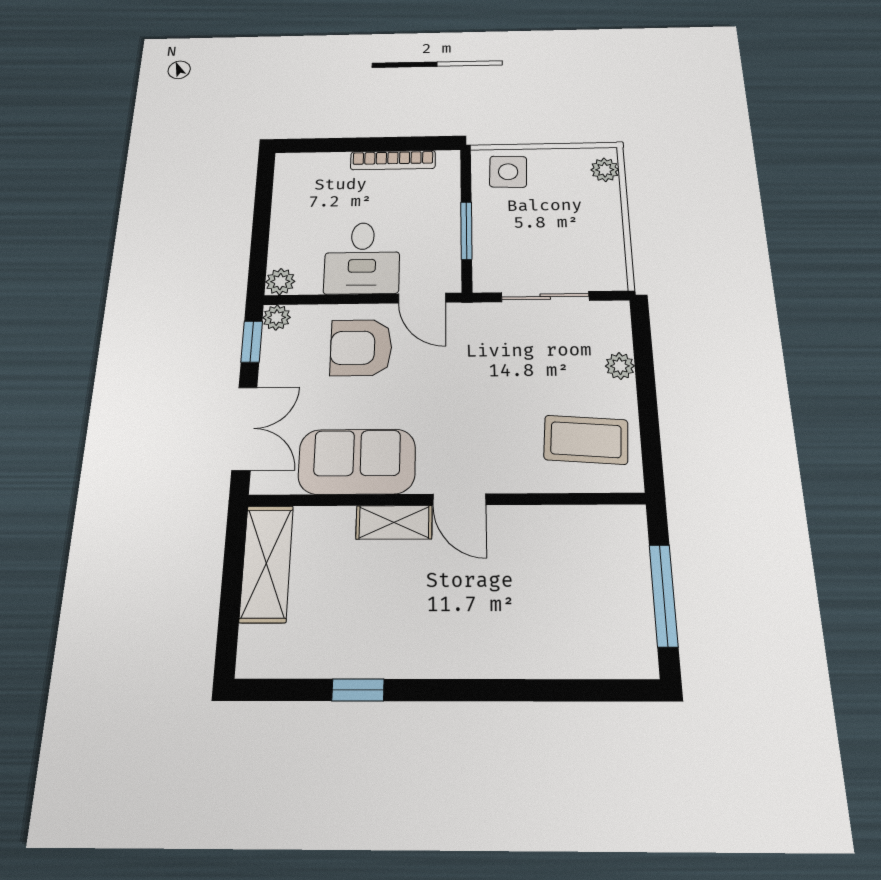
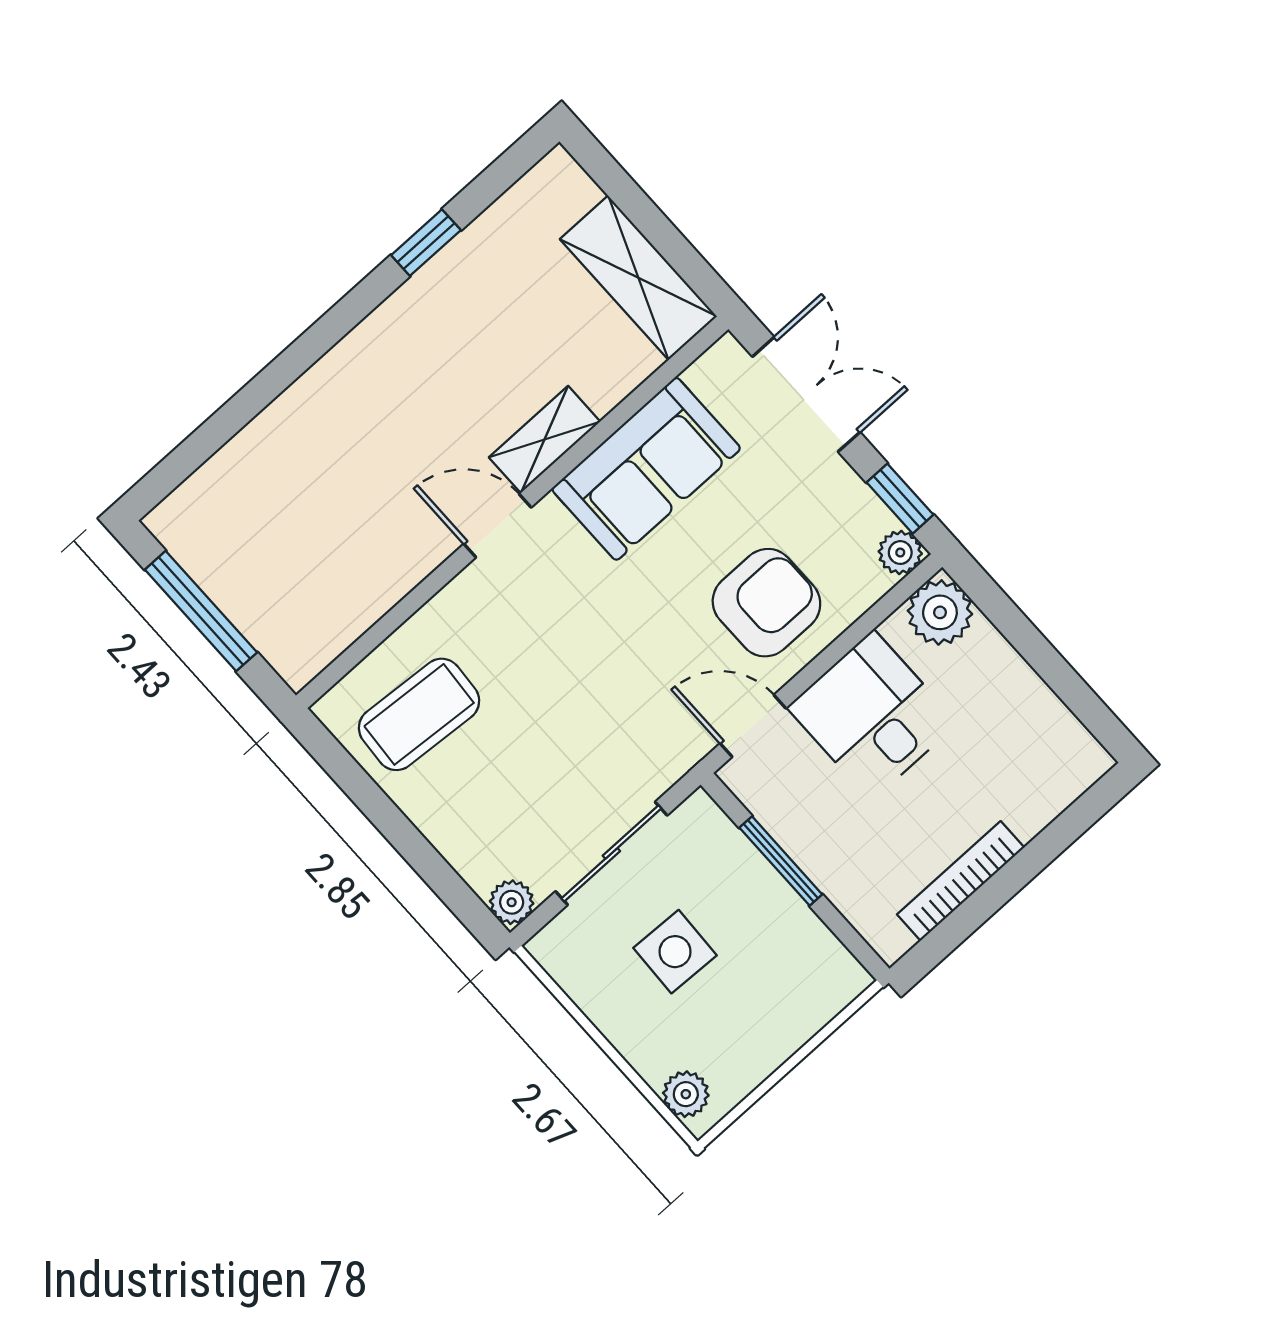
side table: (508, 172) -> (675, 952), moved
plant: (280, 282) -> (940, 612), width x1.38, depth x1.38
plant: (620, 366) -> (512, 902), moved
double door: (244, 428) -> (806, 394), swing flipped

